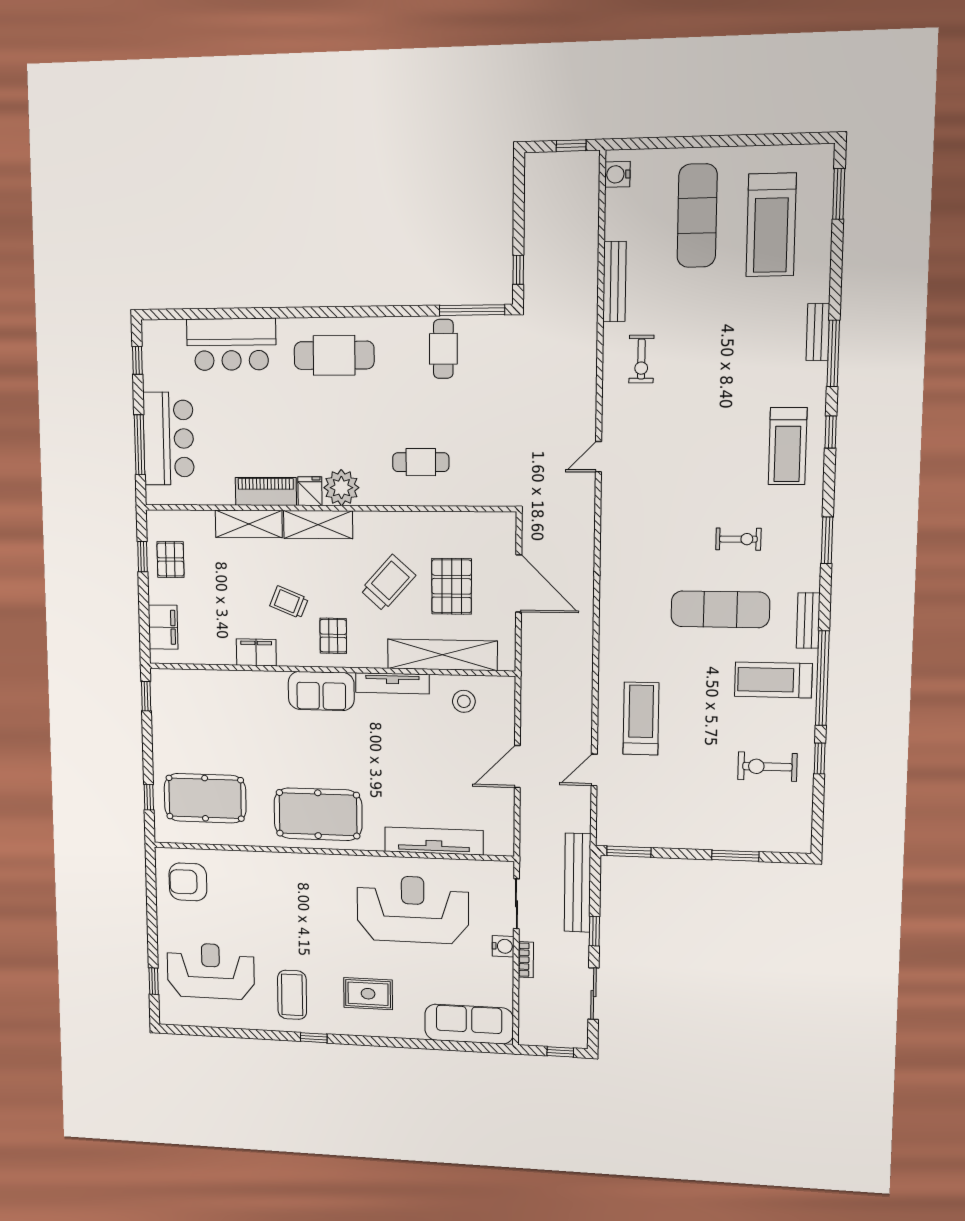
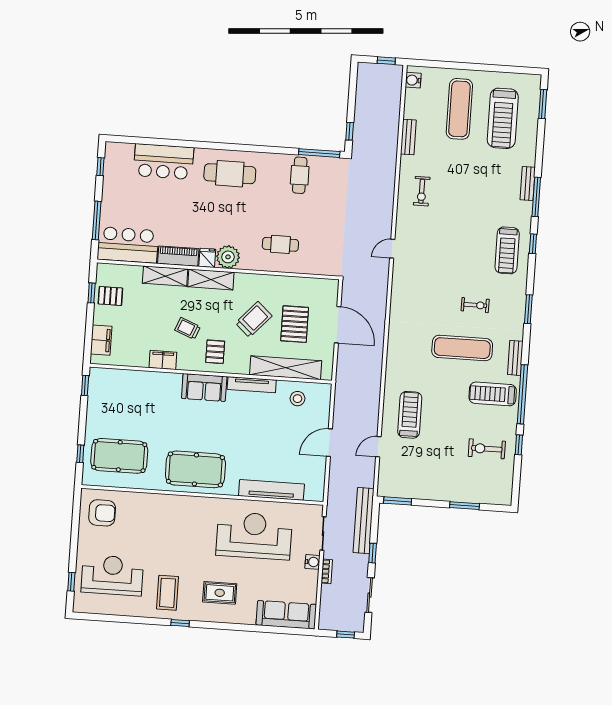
bench: (614, 282) -> (408, 137), width x0.73
bar counter: (168, 439) -> (128, 245), moved, turned -90
pallet: (170, 560) -> (110, 296), turned 90
armchair: (188, 882) -> (102, 513), turned 180

